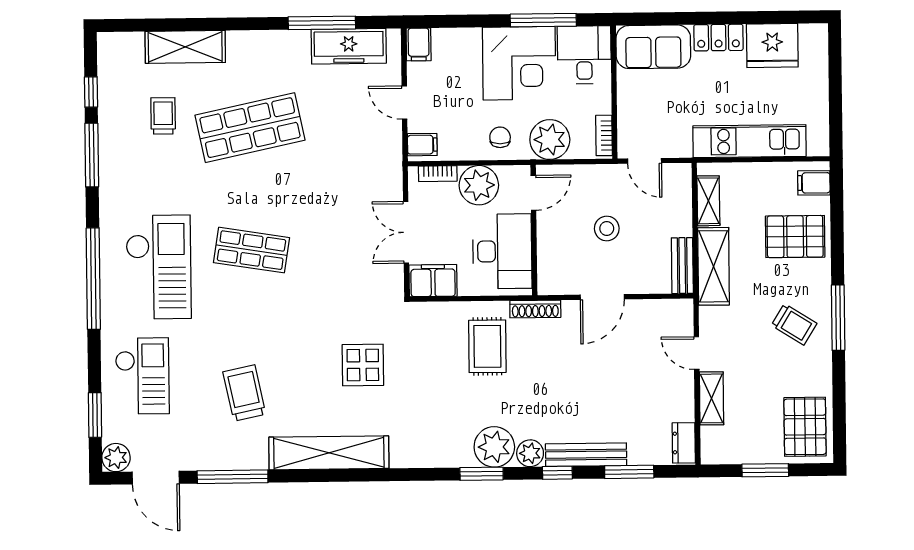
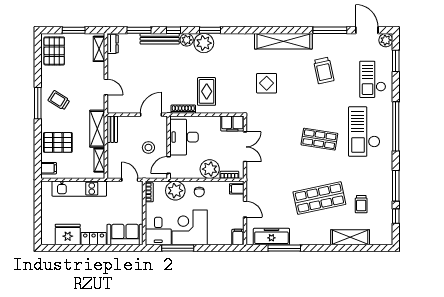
door: (533, 193) -> (169, 165), moved
wall: (534, 230) -> (169, 147), moved
desk: (502, 251) -> (184, 137), moved
shelving: (712, 398) -> (99, 49), moved

